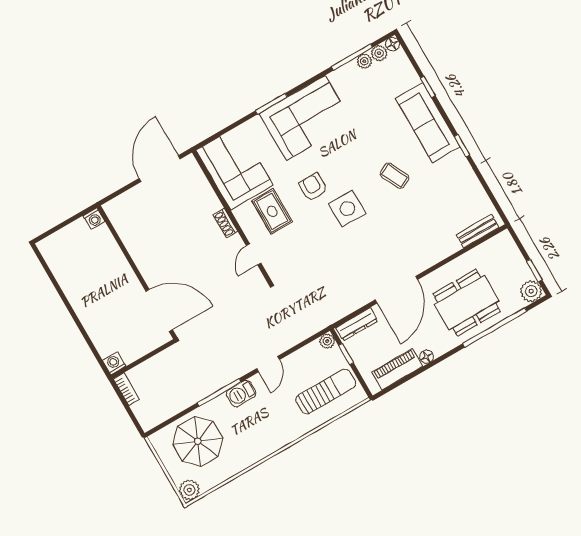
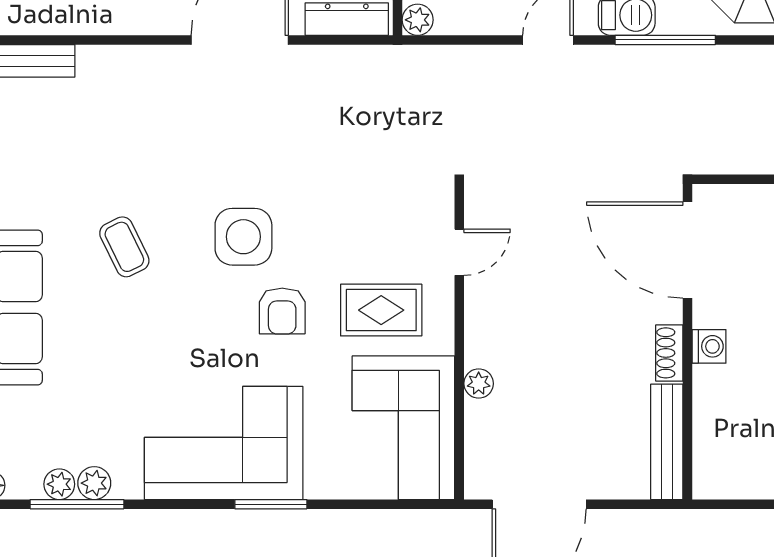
plant: (379, 53) -> (94, 483), moved
plant: (214, 204) -> (479, 384), added
rug: (272, 211) -> (381, 310), turned 90
washing machine: (94, 219) -> (709, 346), moved, turned 90
shoe rack: (225, 223) -> (669, 353), moved, turned 180
bench: (121, 225) -> (667, 442), added

